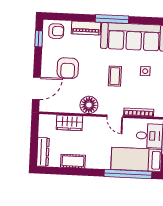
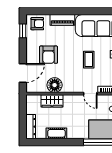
window: (112, 19) -> (84, 11), removed
floor lamp: (89, 105) -> (55, 85), moved

